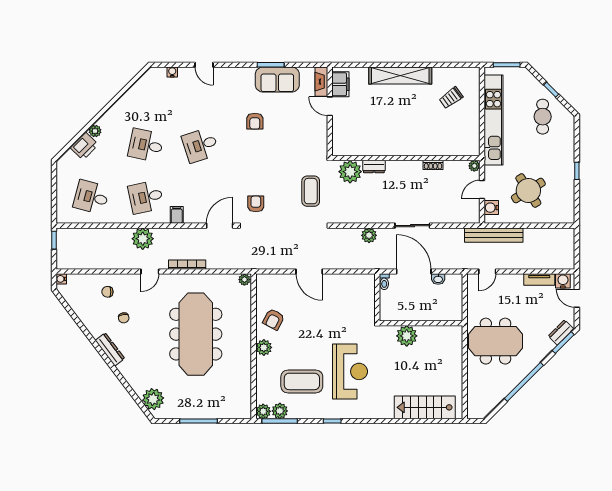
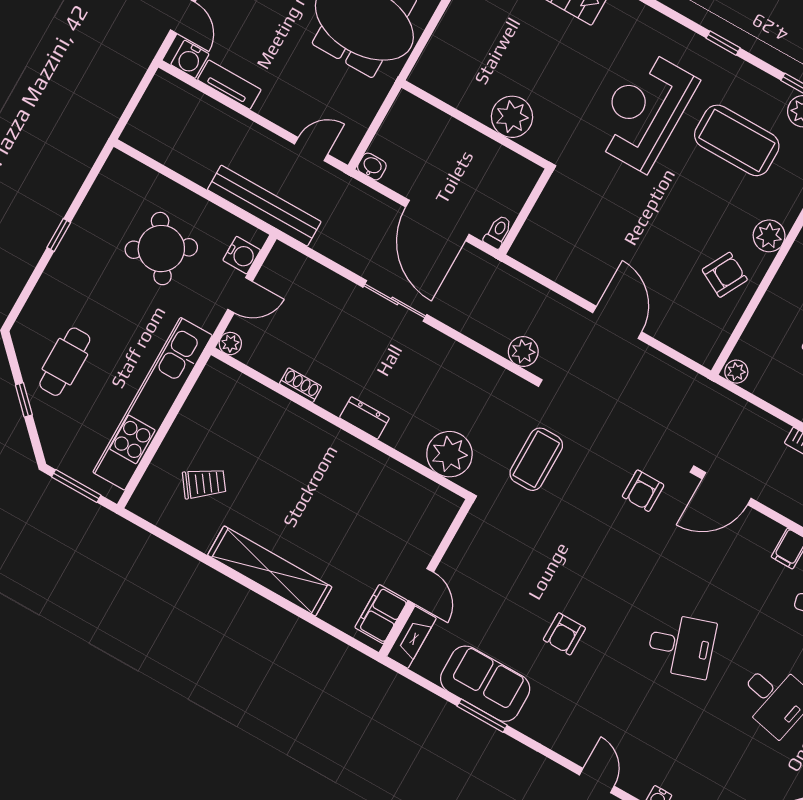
armchair: (255, 121) -> (564, 634), turned 180
dresser: (374, 167) -> (364, 418), moved
plant: (369, 235) -> (523, 352), moved
washbasin: (438, 279) -> (372, 166), moved

